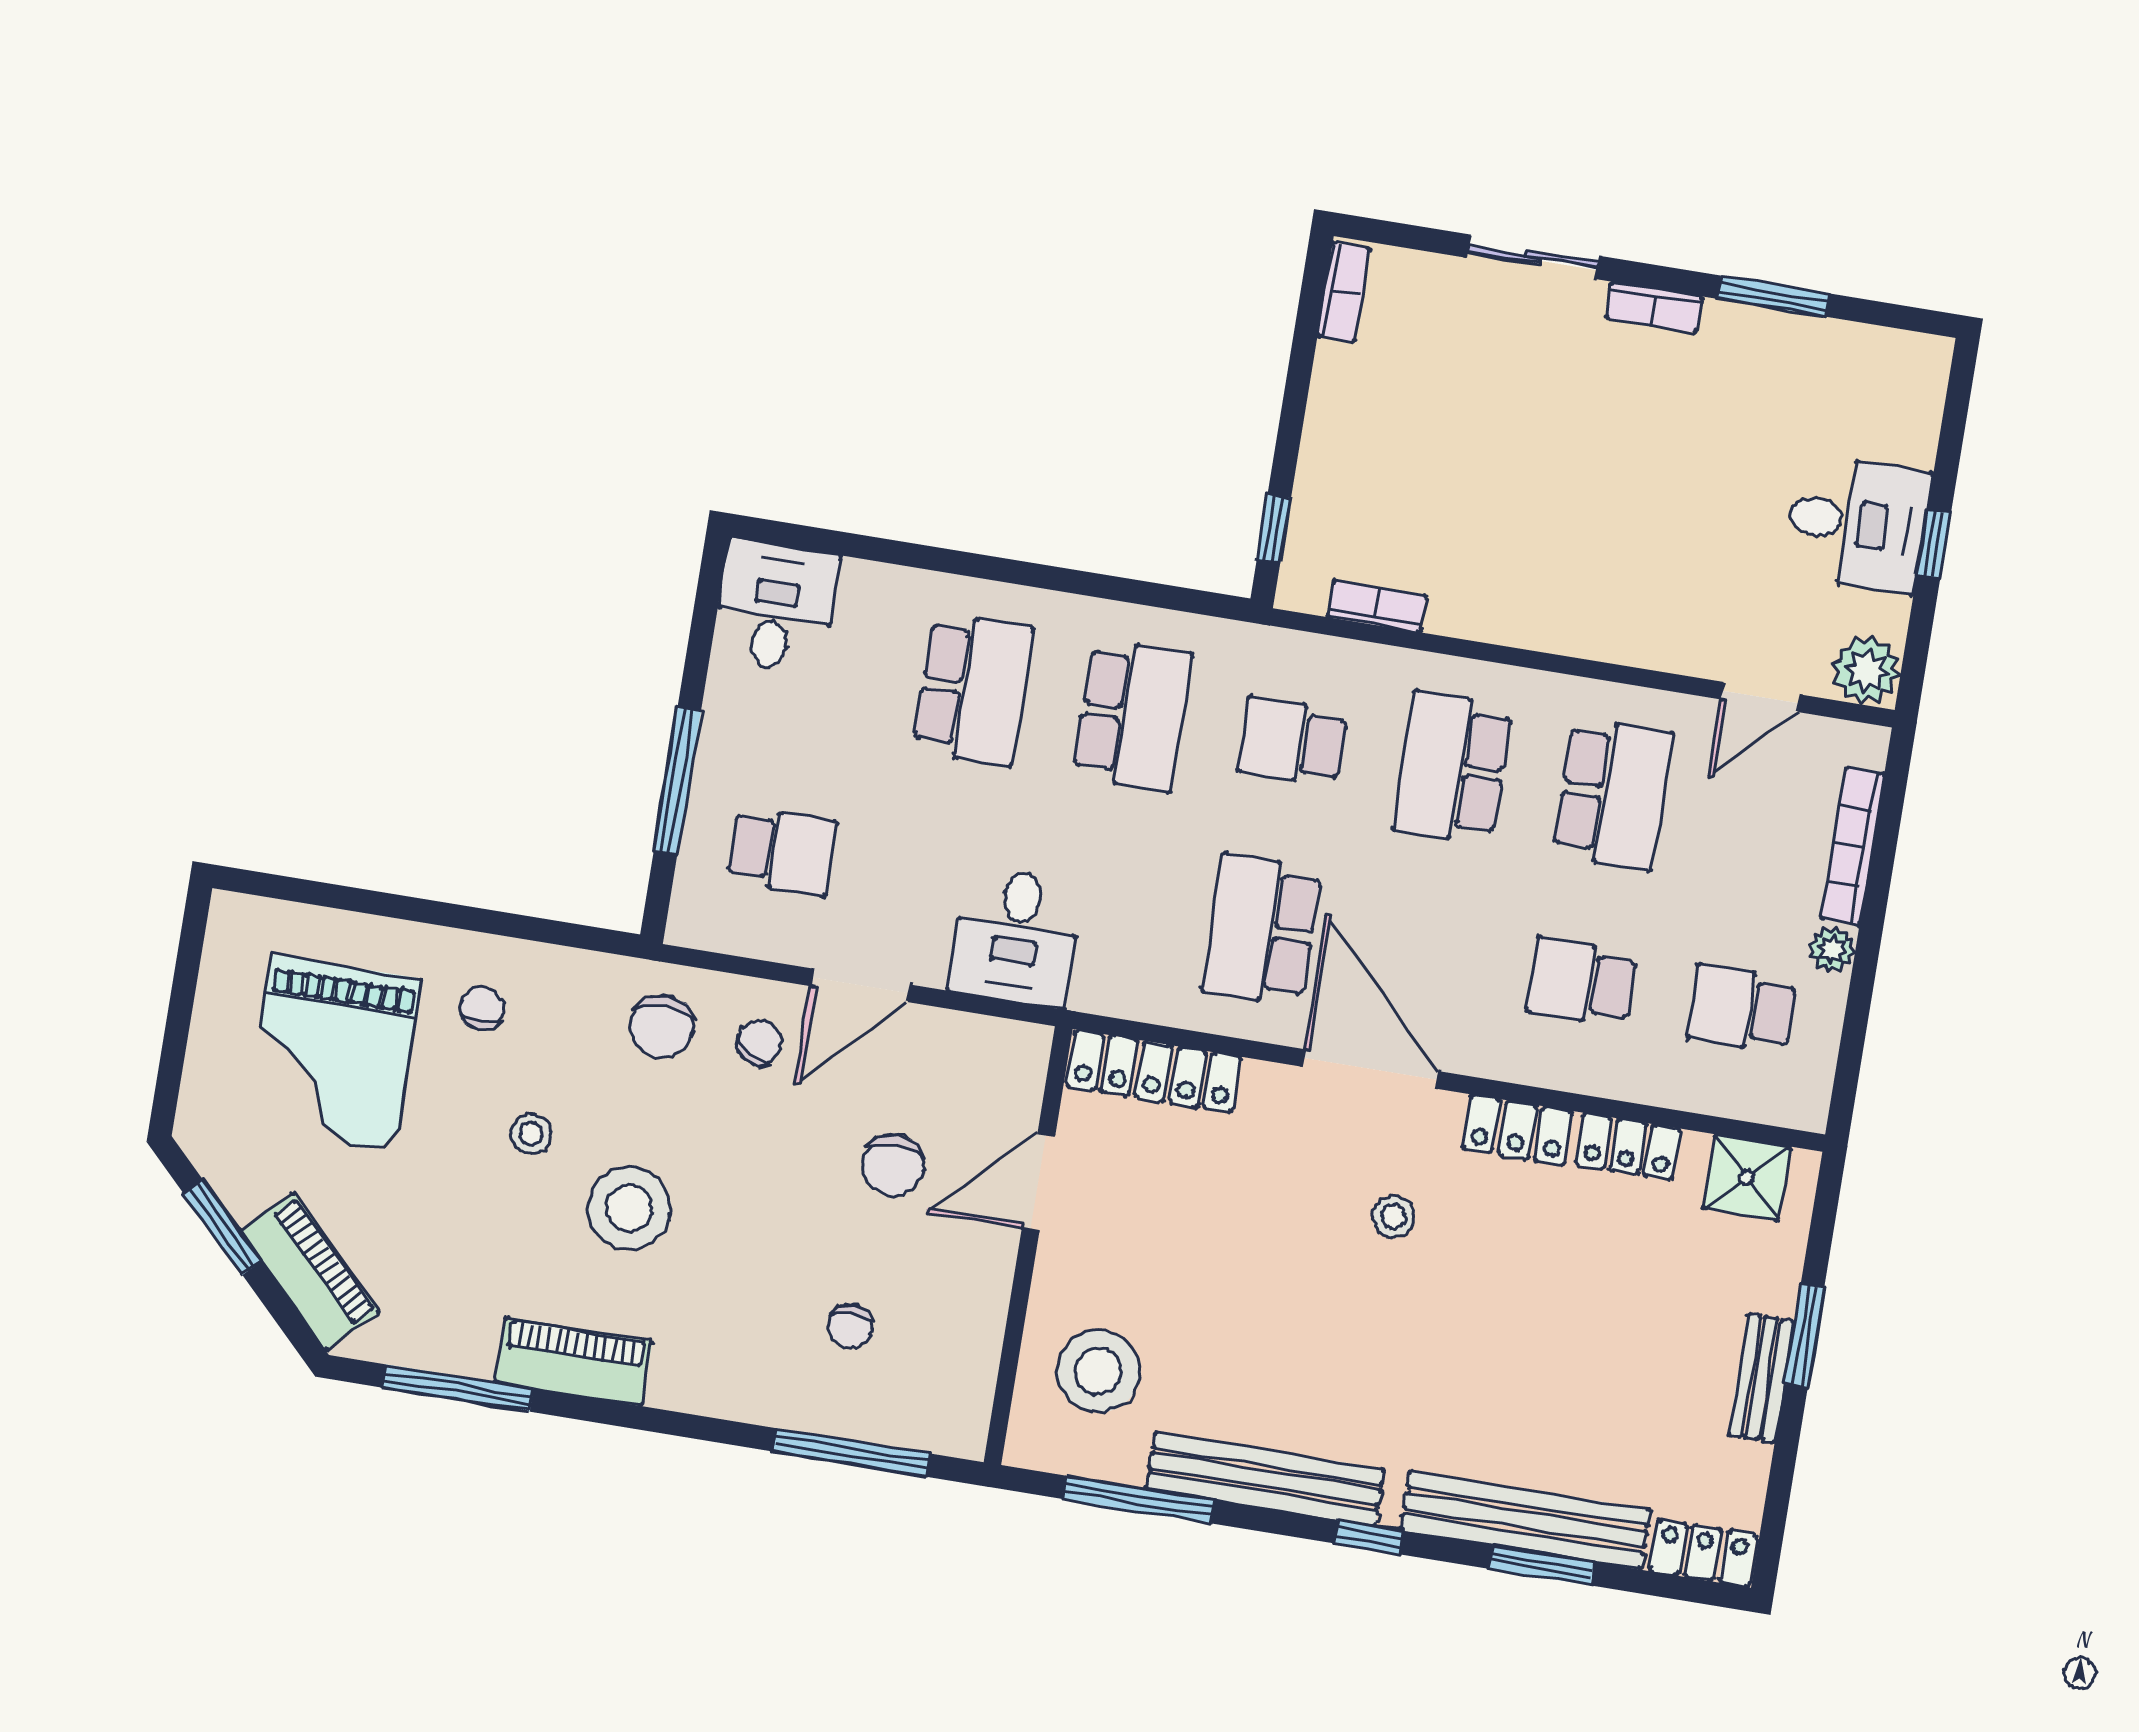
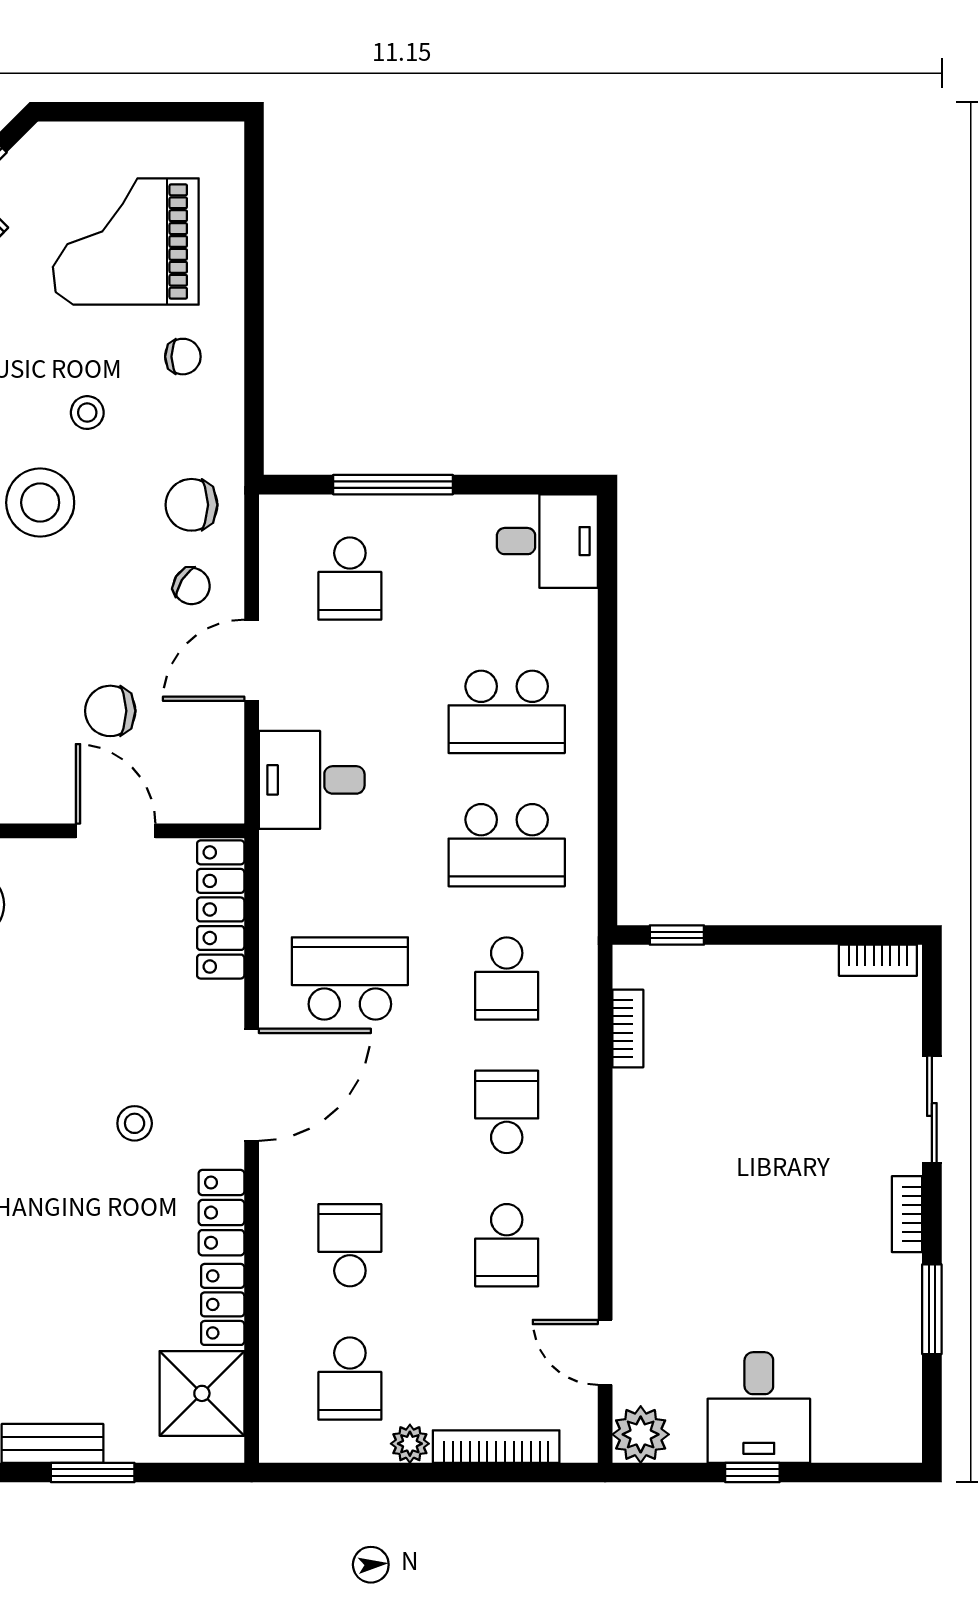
school desk: (1293, 742) -> (507, 979), turned 180
school desk: (1453, 768) -> (507, 1112), width x0.54
school desk: (1613, 794) -> (507, 1245), width x0.54
door: (860, 985) -> (252, 660), hinge flipped
school desk: (1742, 1009) -> (350, 1379), turned 180
shower: (1747, 1178) -> (202, 1393), width x1.36, depth x1.36

